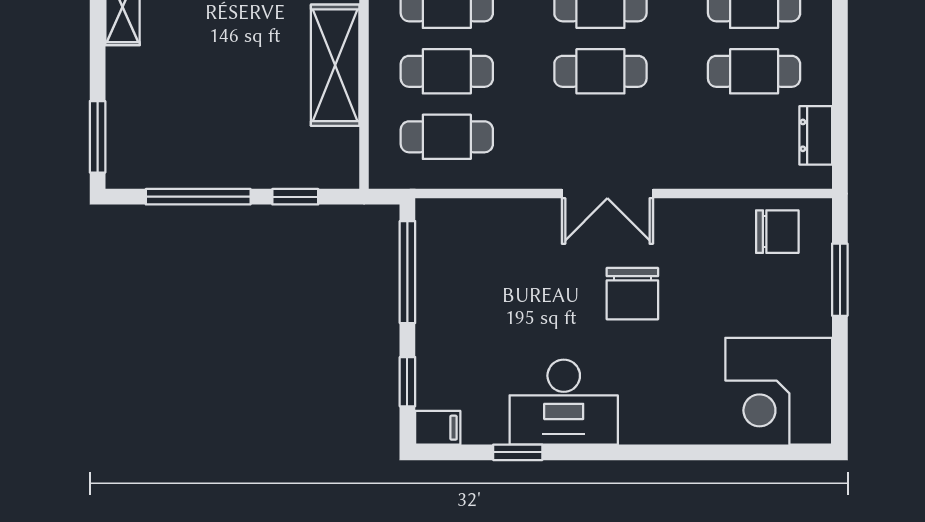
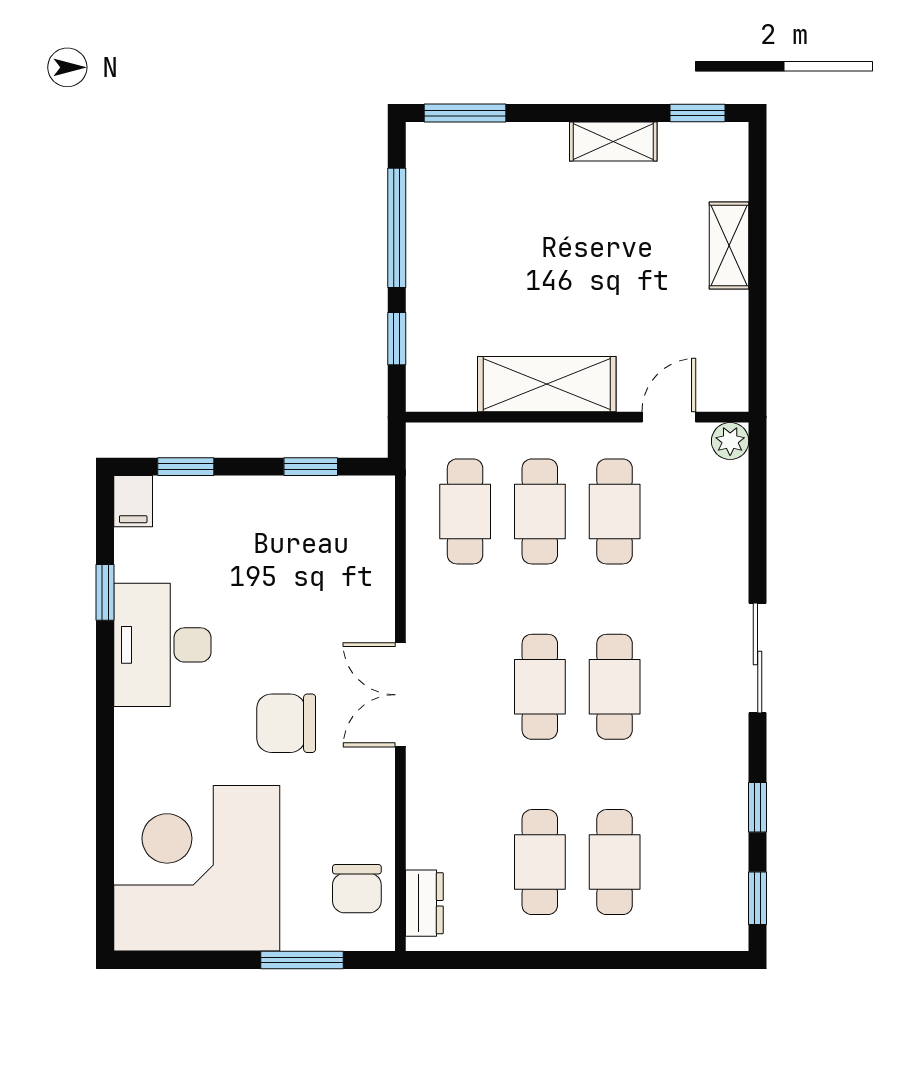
dresser: (816, 135) -> (424, 903), moved, turned 90
window: (407, 272) -> (311, 467), width x0.46
corner desk: (779, 391) -> (197, 868), width x1.36, depth x1.36

